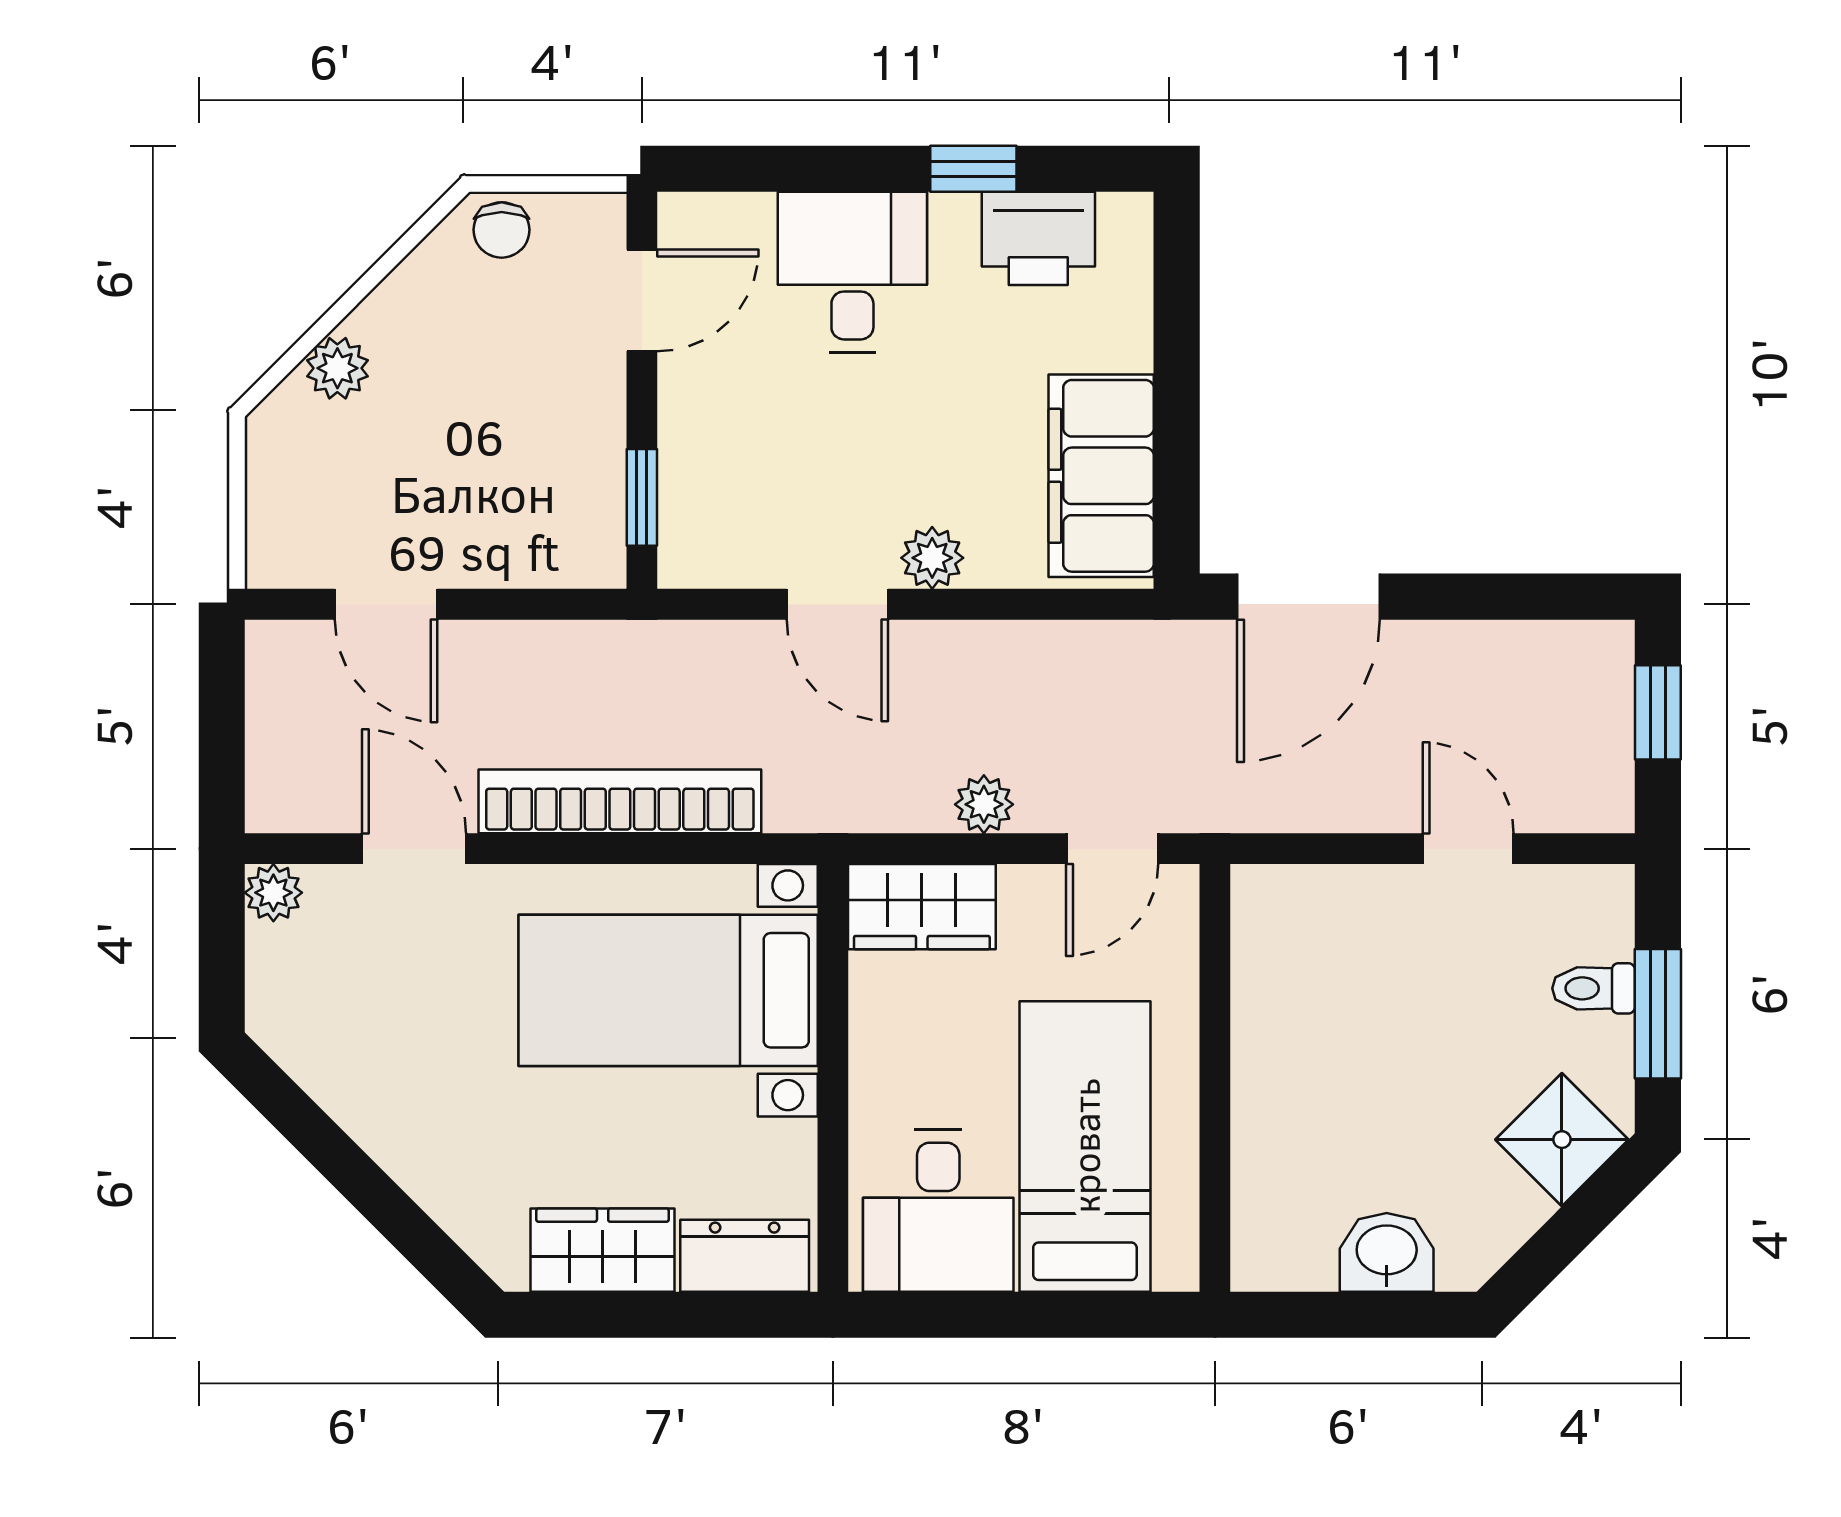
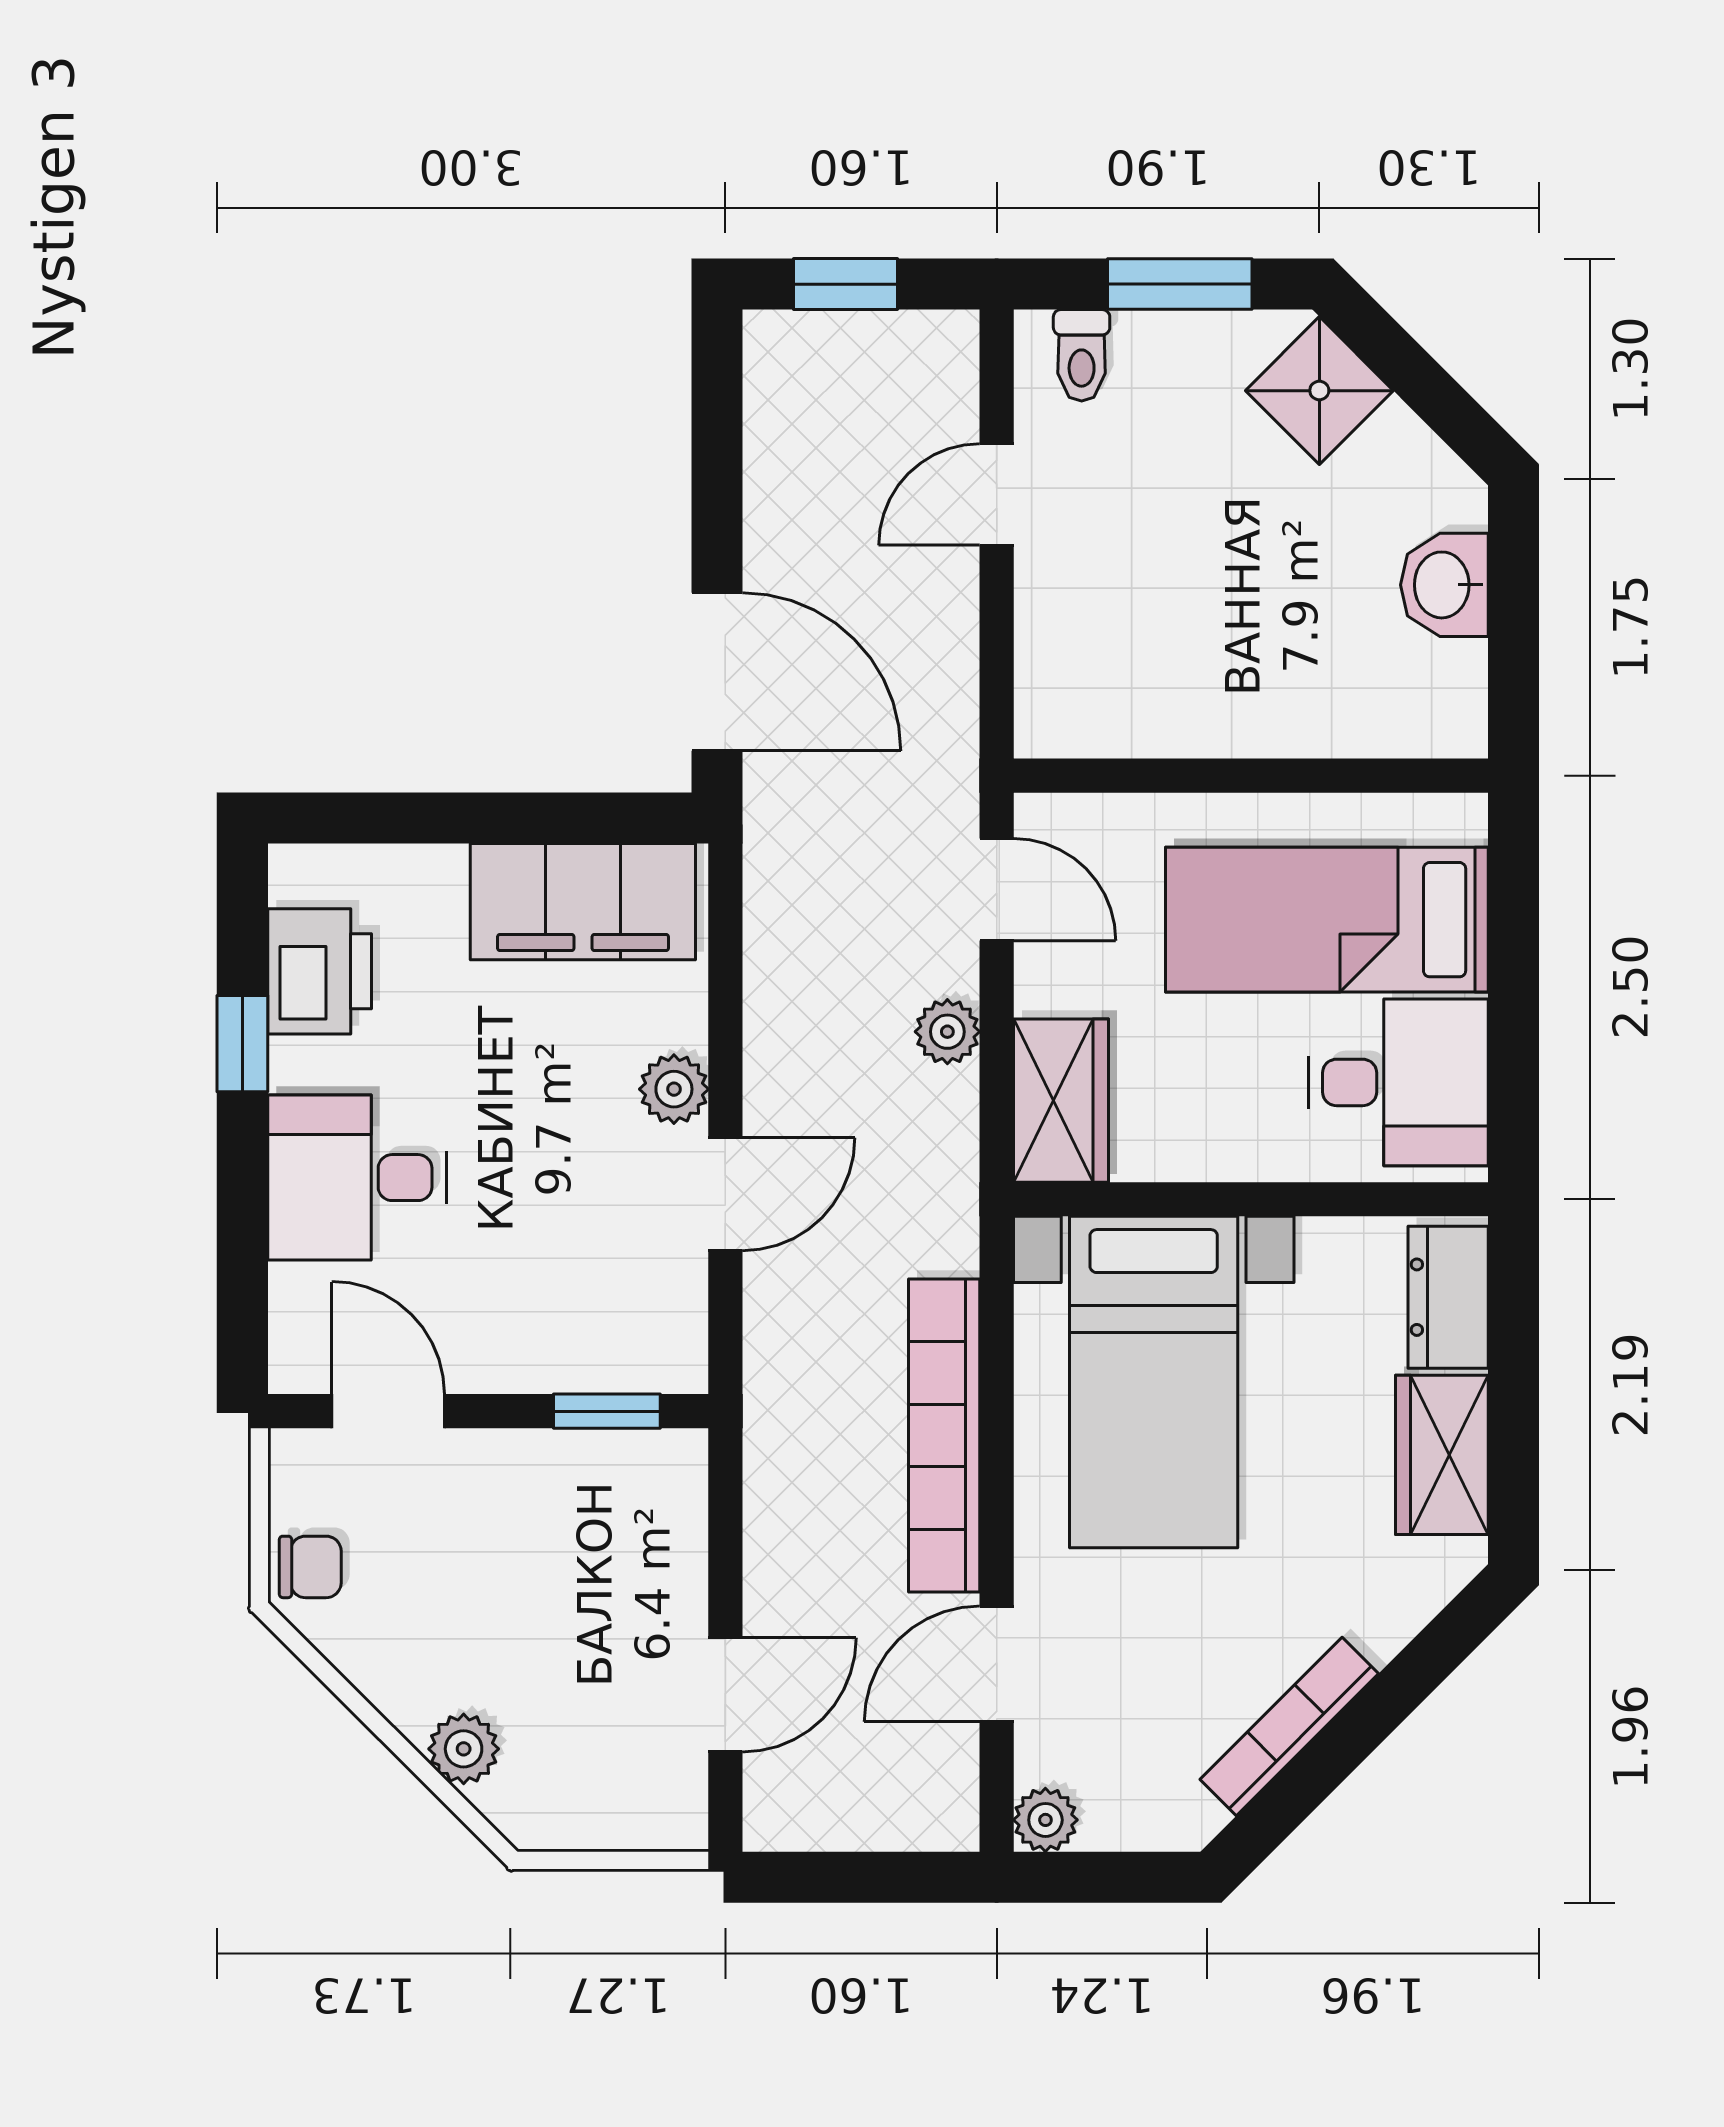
toilet: (1594, 988) -> (1082, 355), moved
bookcase: (358, 1112) -> (1289, 1726), added

